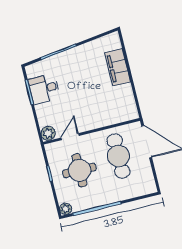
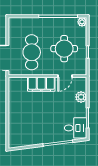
filing cabinet: (118, 67) -> (41, 84), moved, turned 90
desk: (44, 89) -> (76, 128), moved
plant: (48, 133) -> (81, 97), moved

